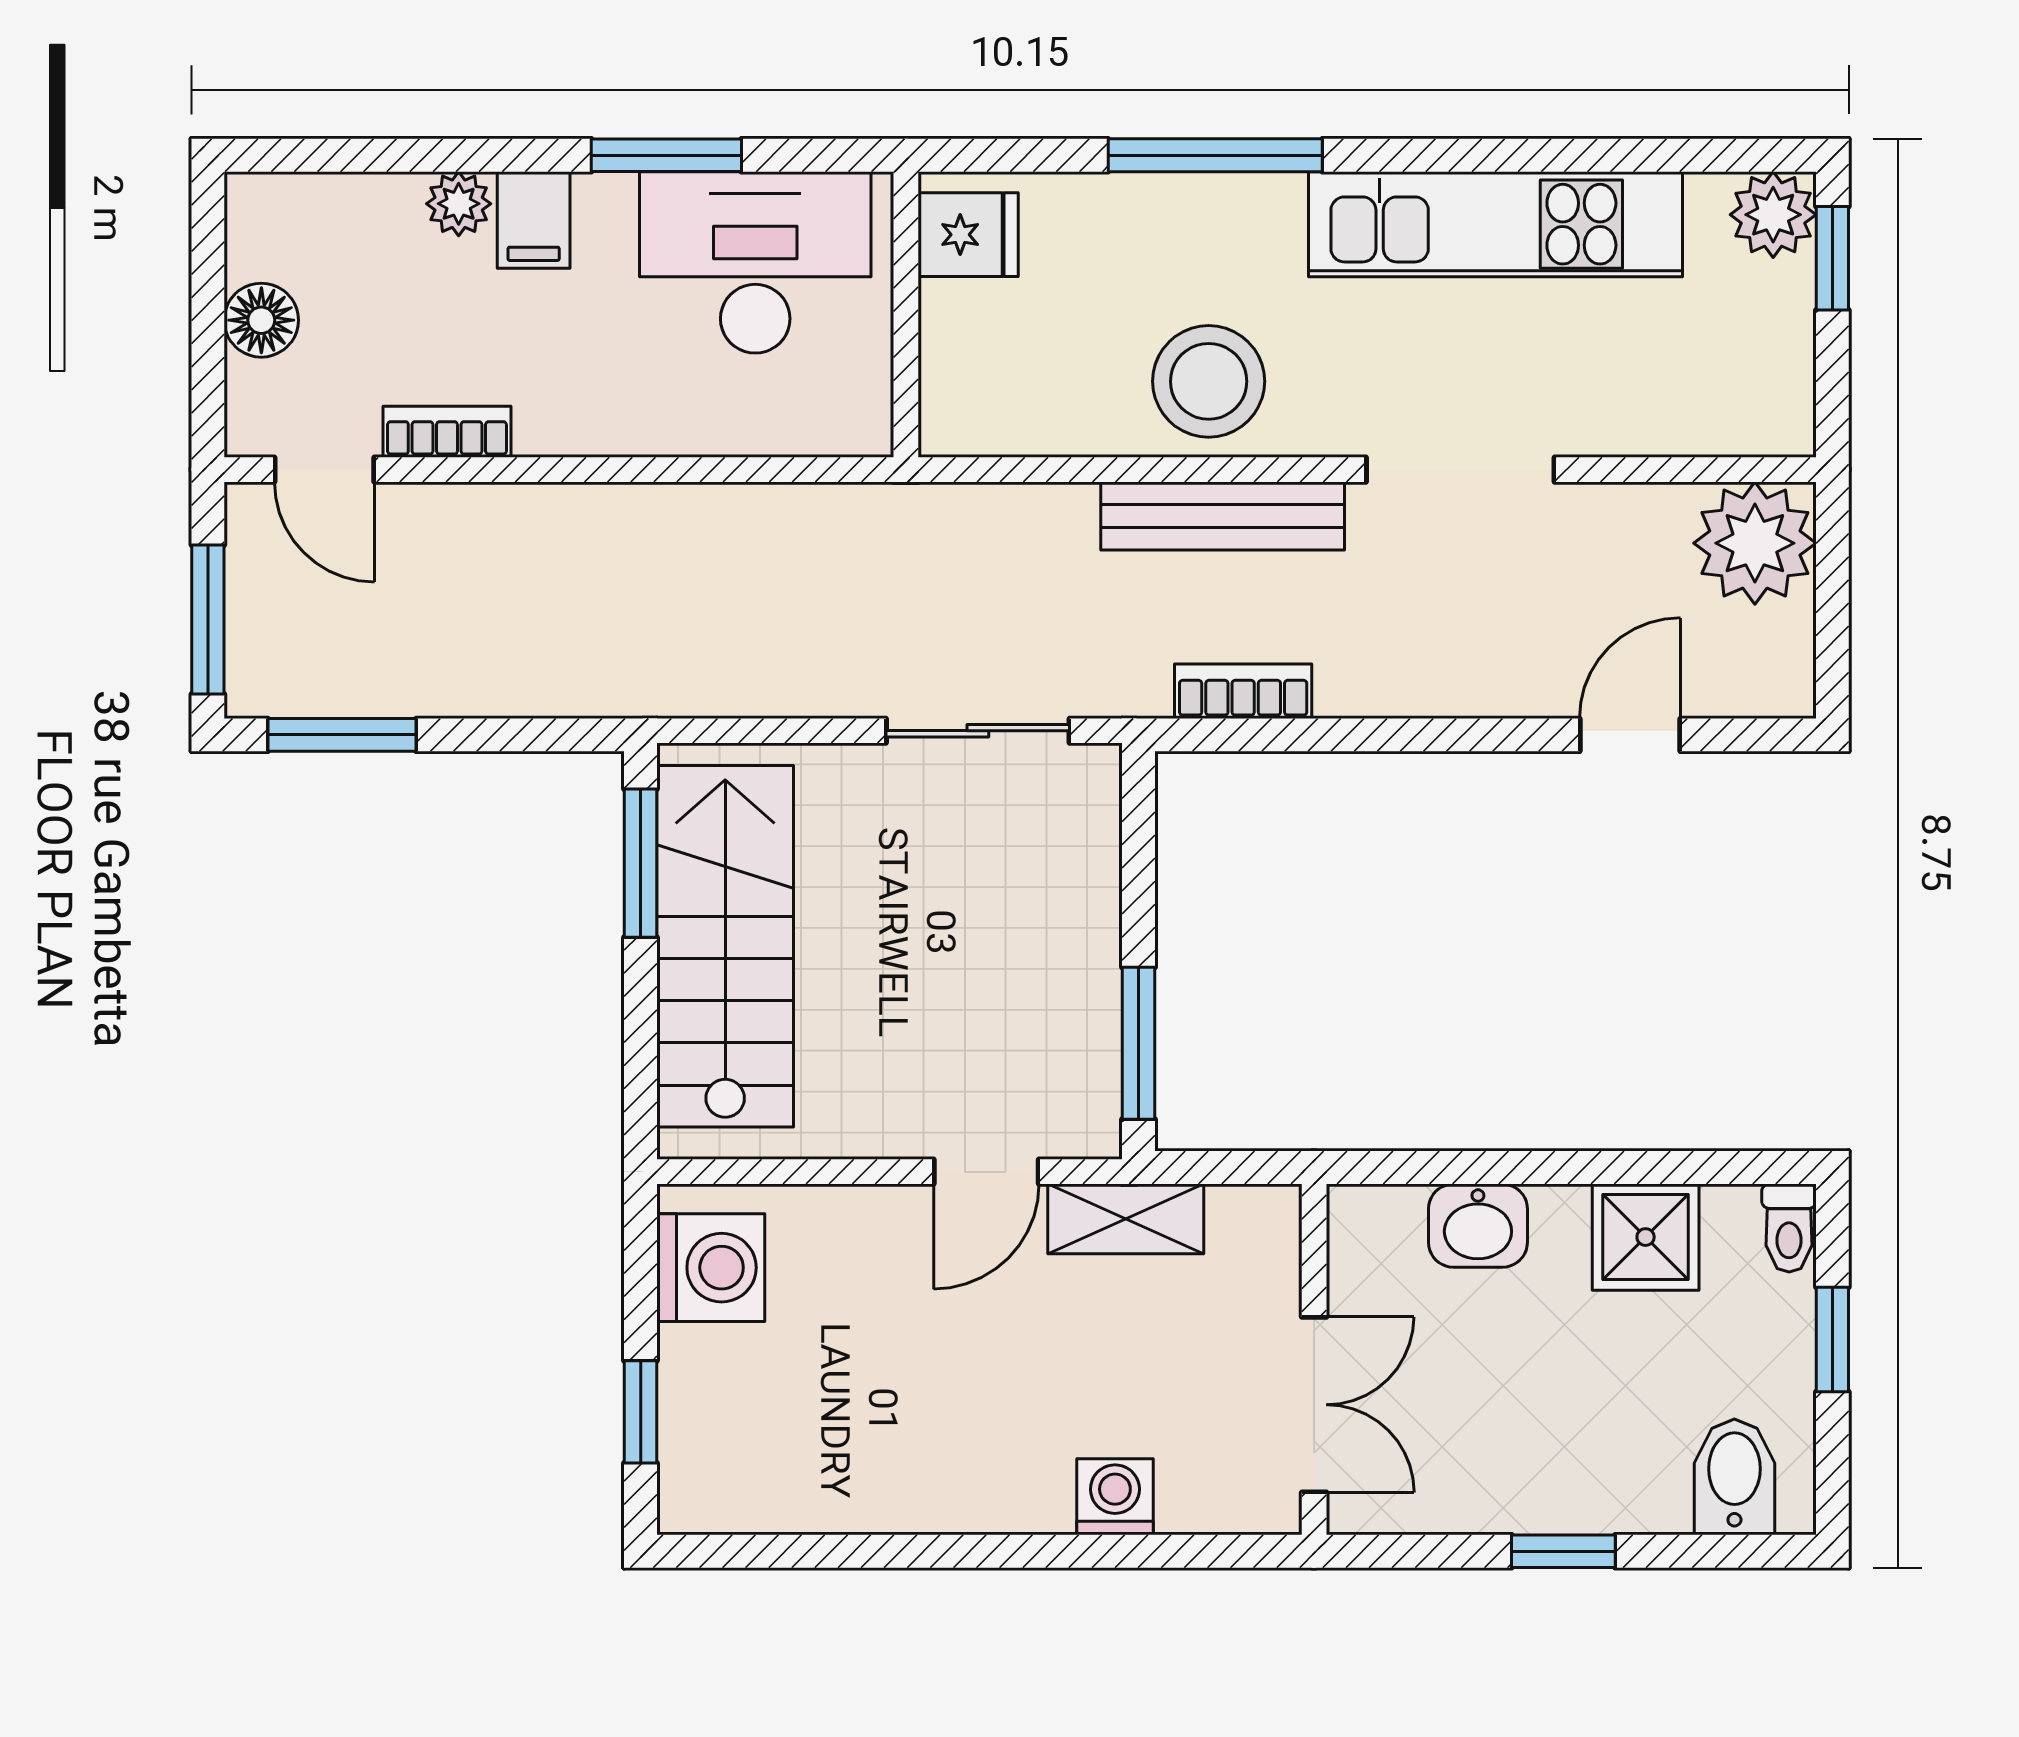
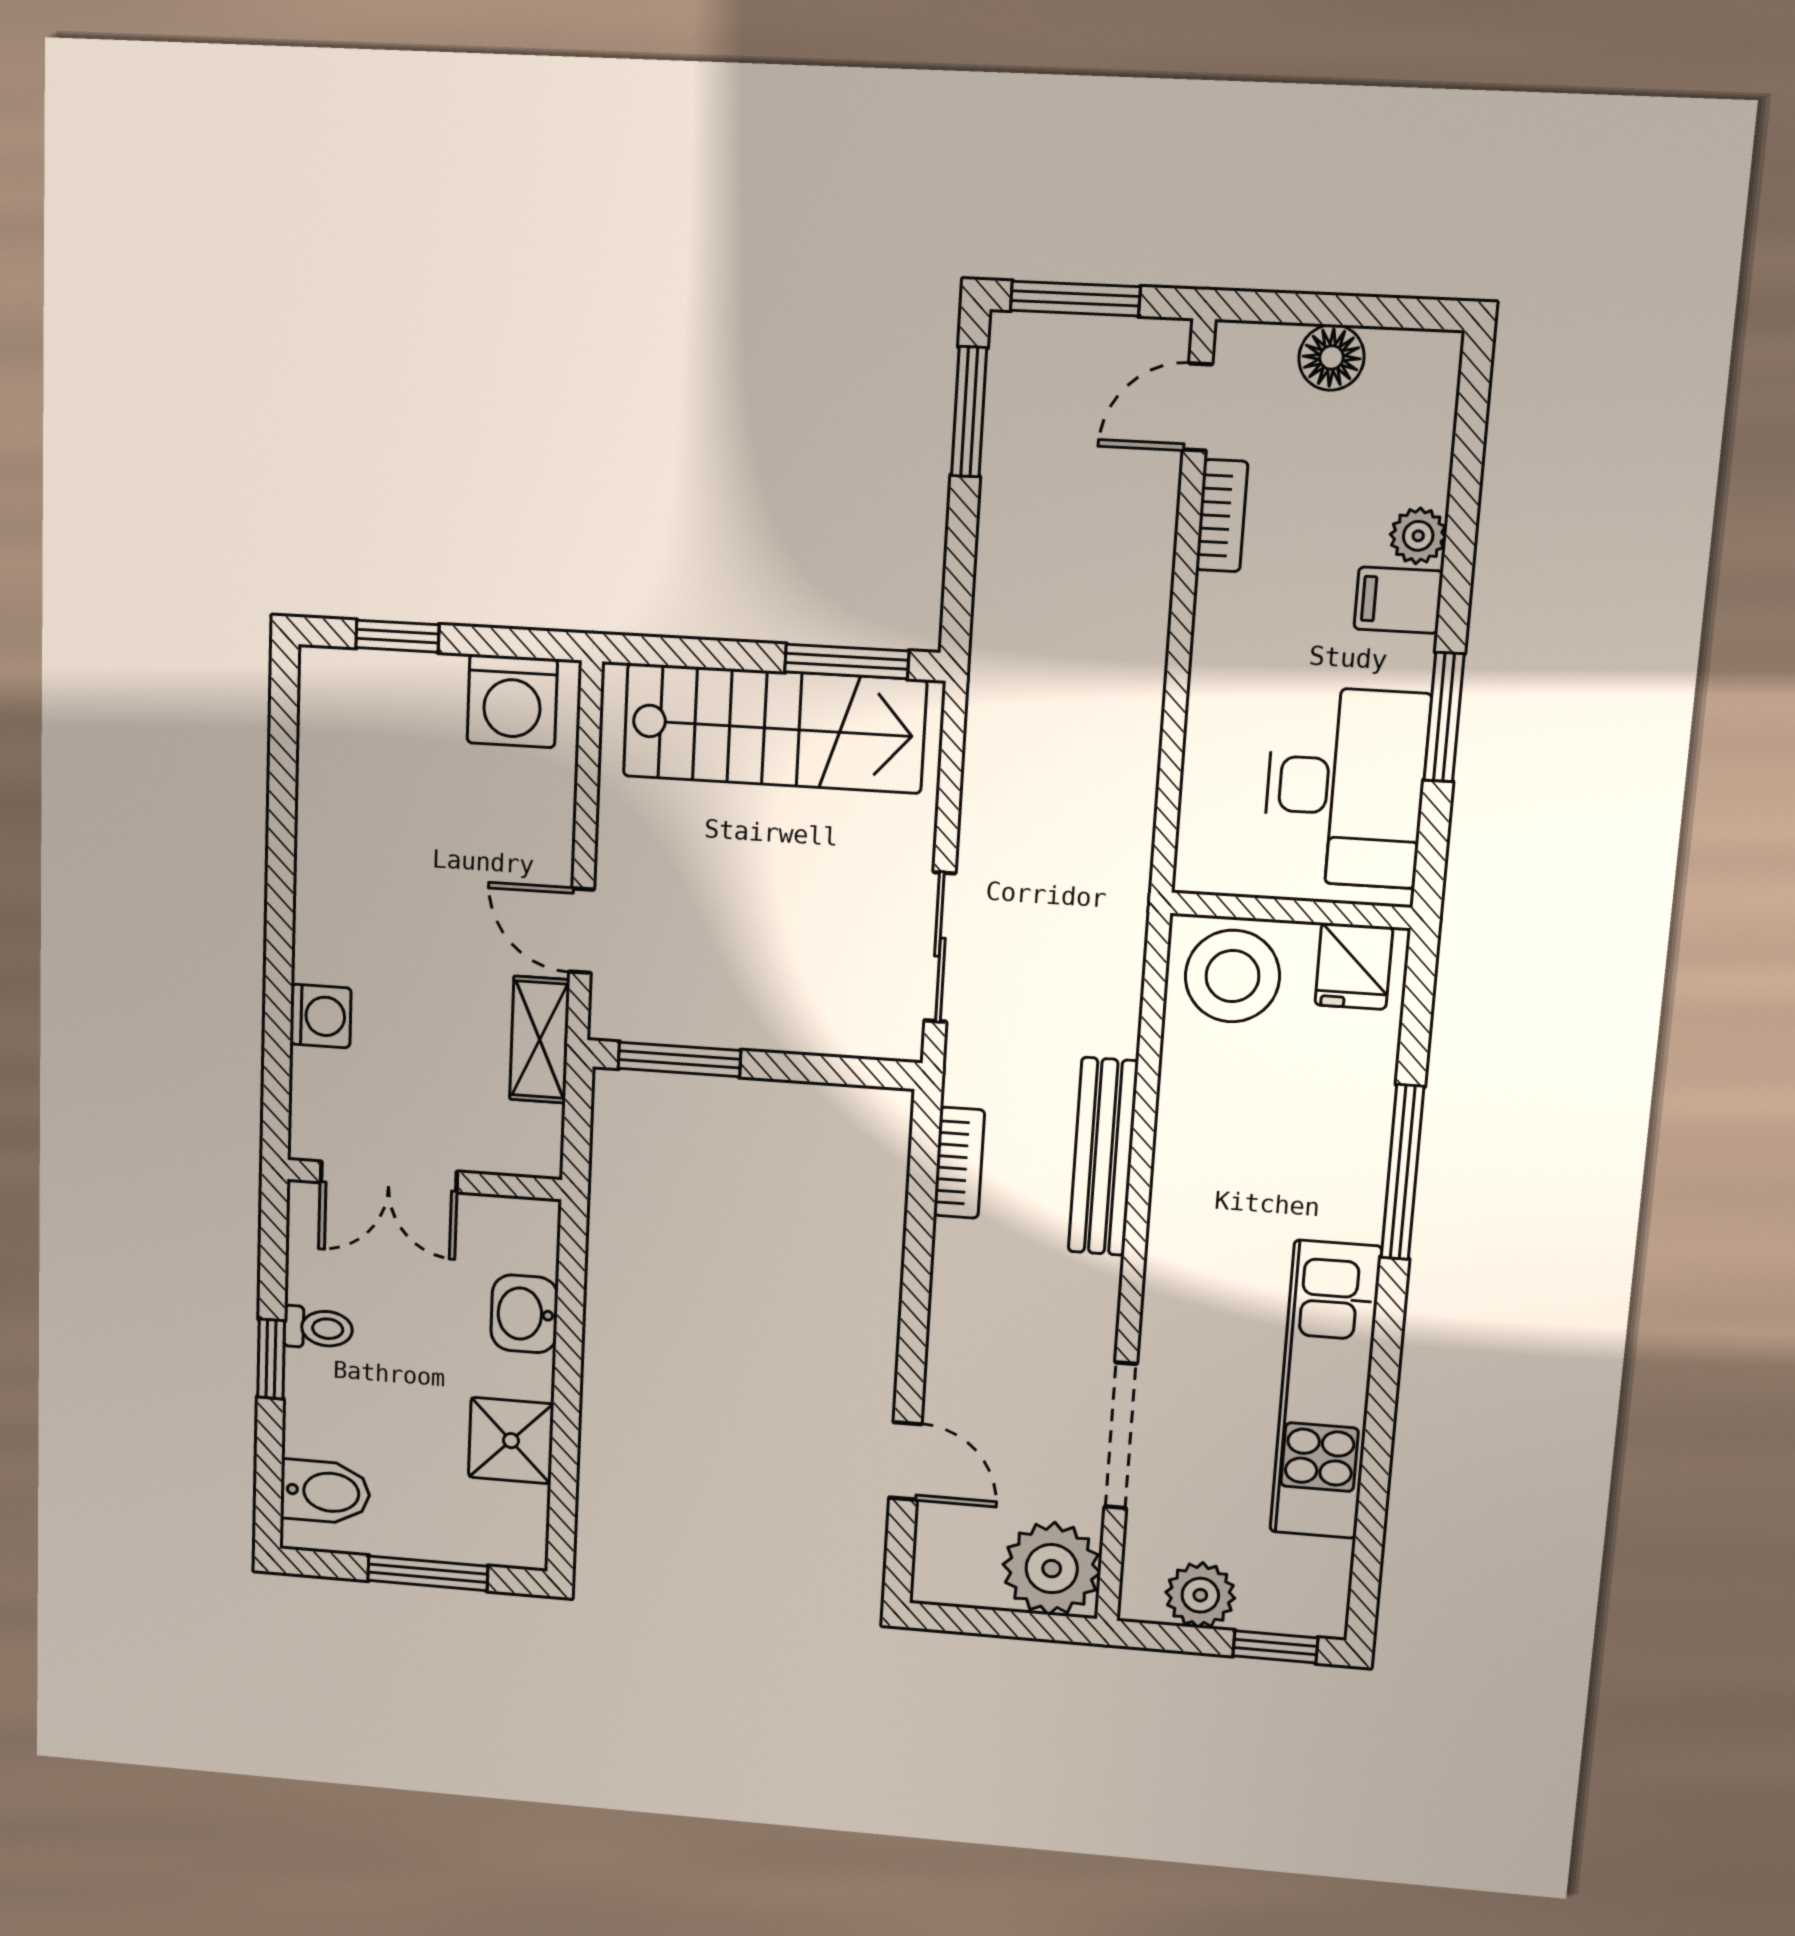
plant: (1773, 215) -> (1200, 1595), moved
stool: (1209, 381) -> (1232, 976), moved
doorway: (1460, 470) -> (1121, 1435), moved
toilet: (1789, 1228) -> (318, 1328), moved, turned 180
window: (1832, 1339) -> (428, 1573), width x1.50

